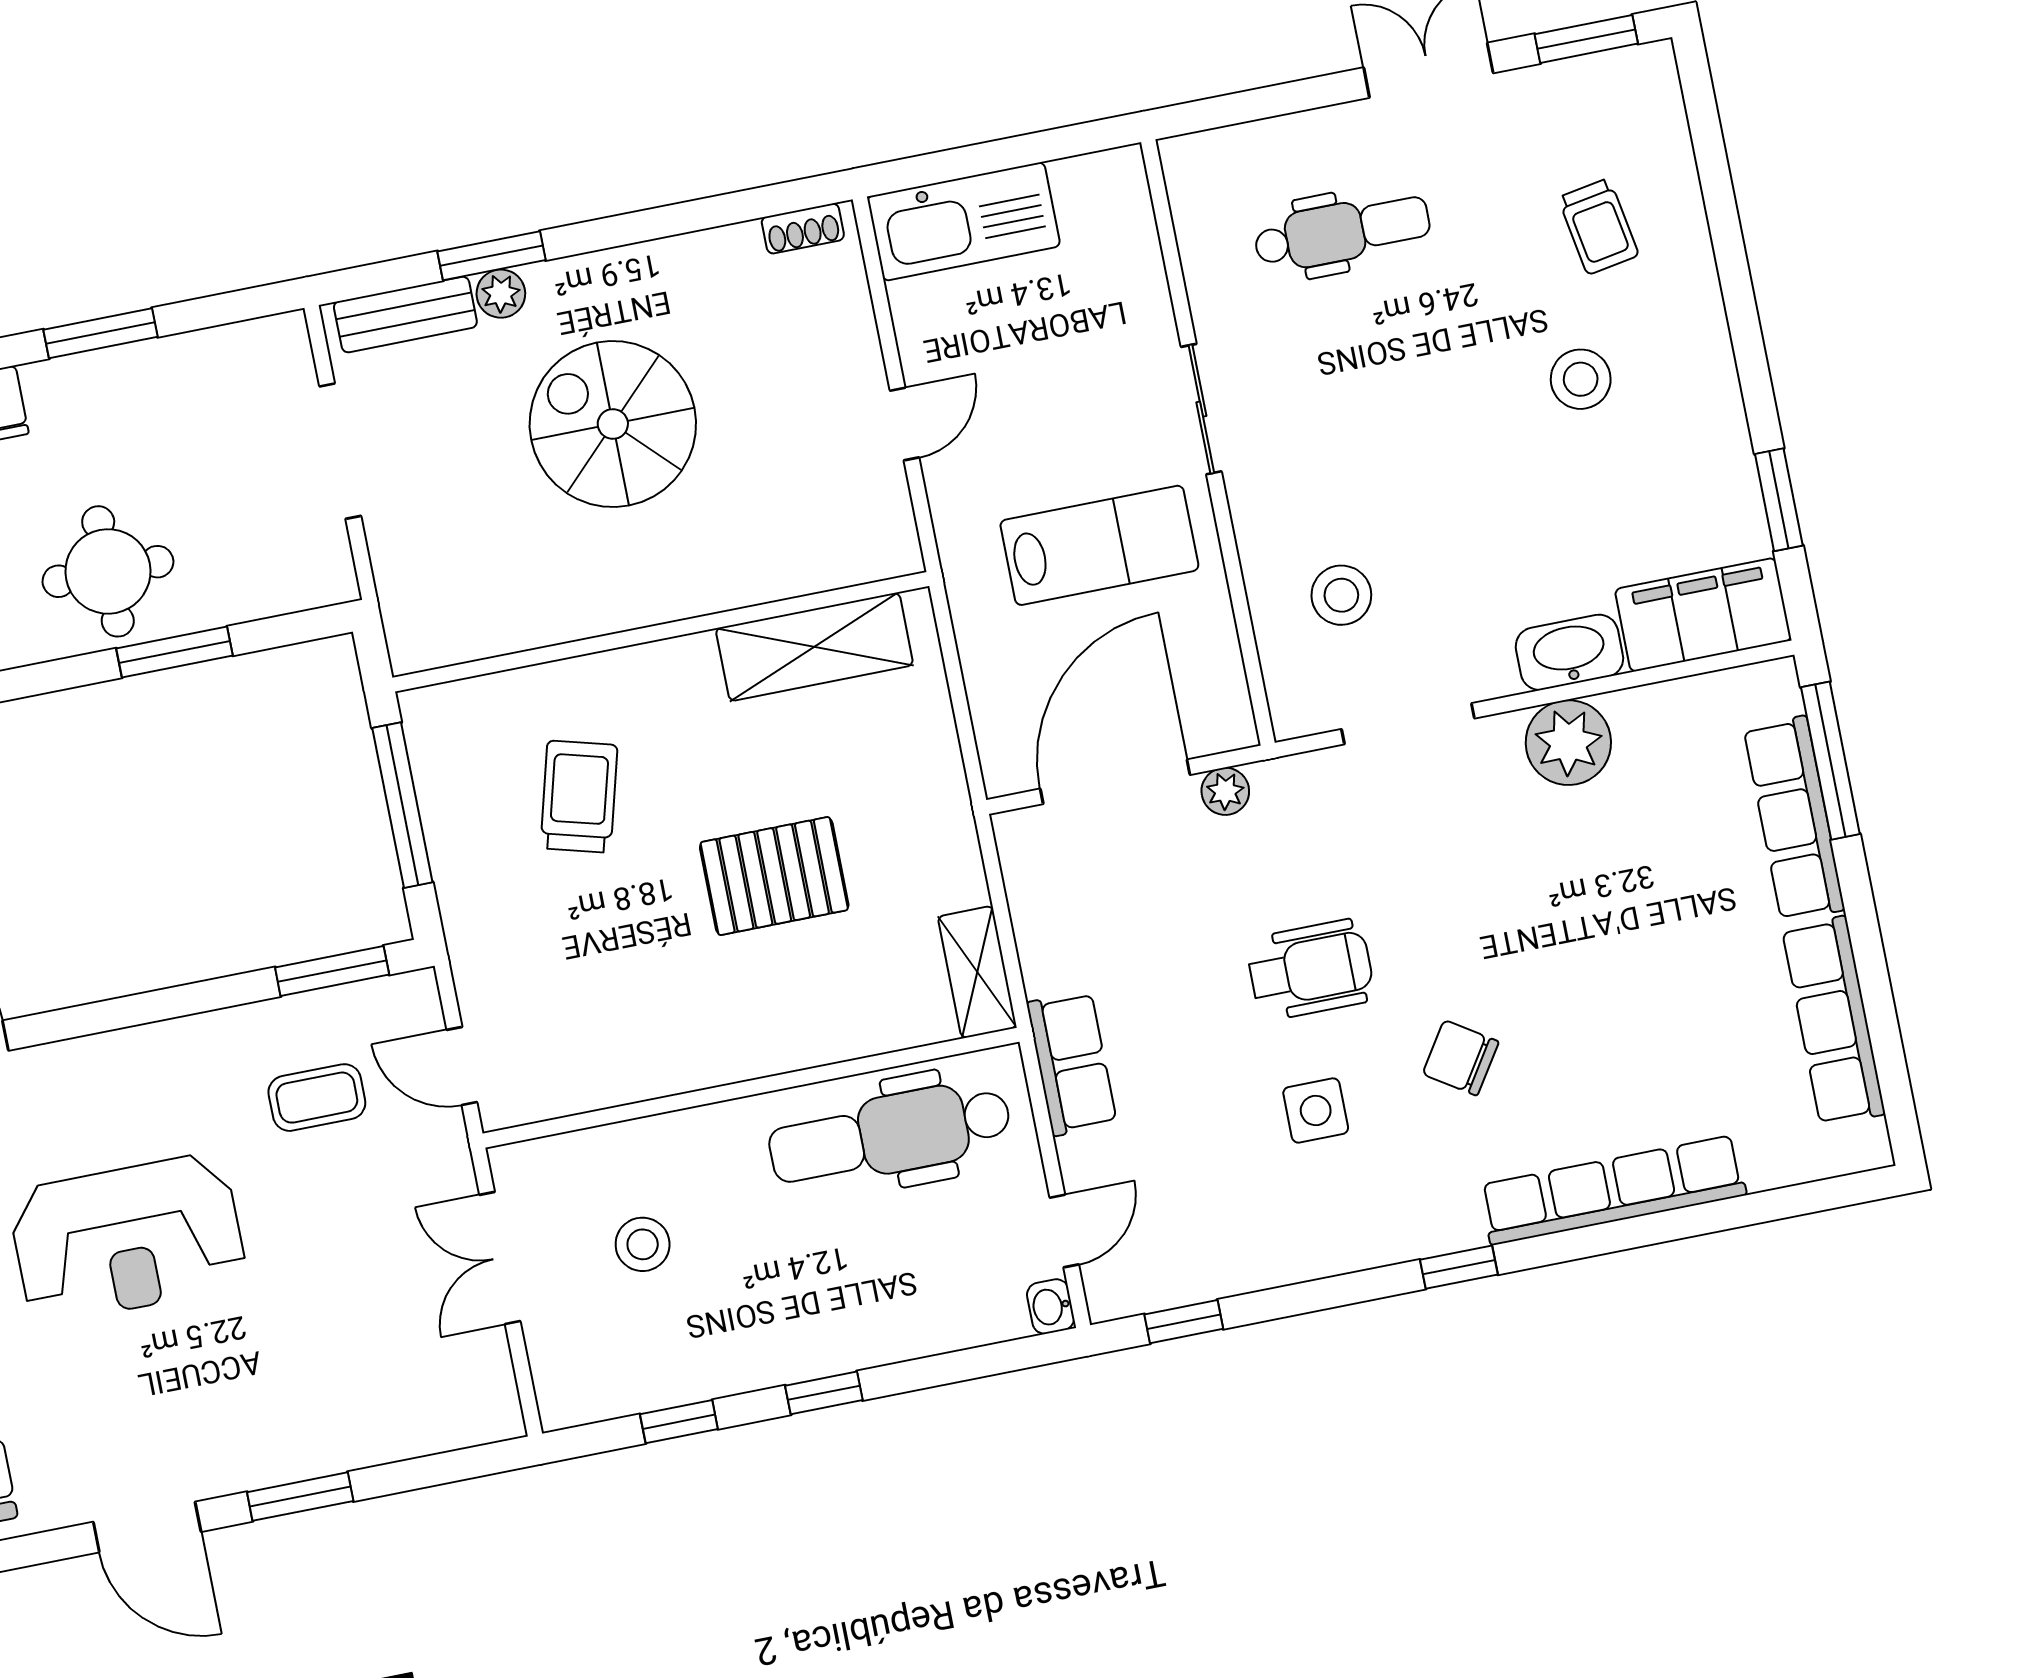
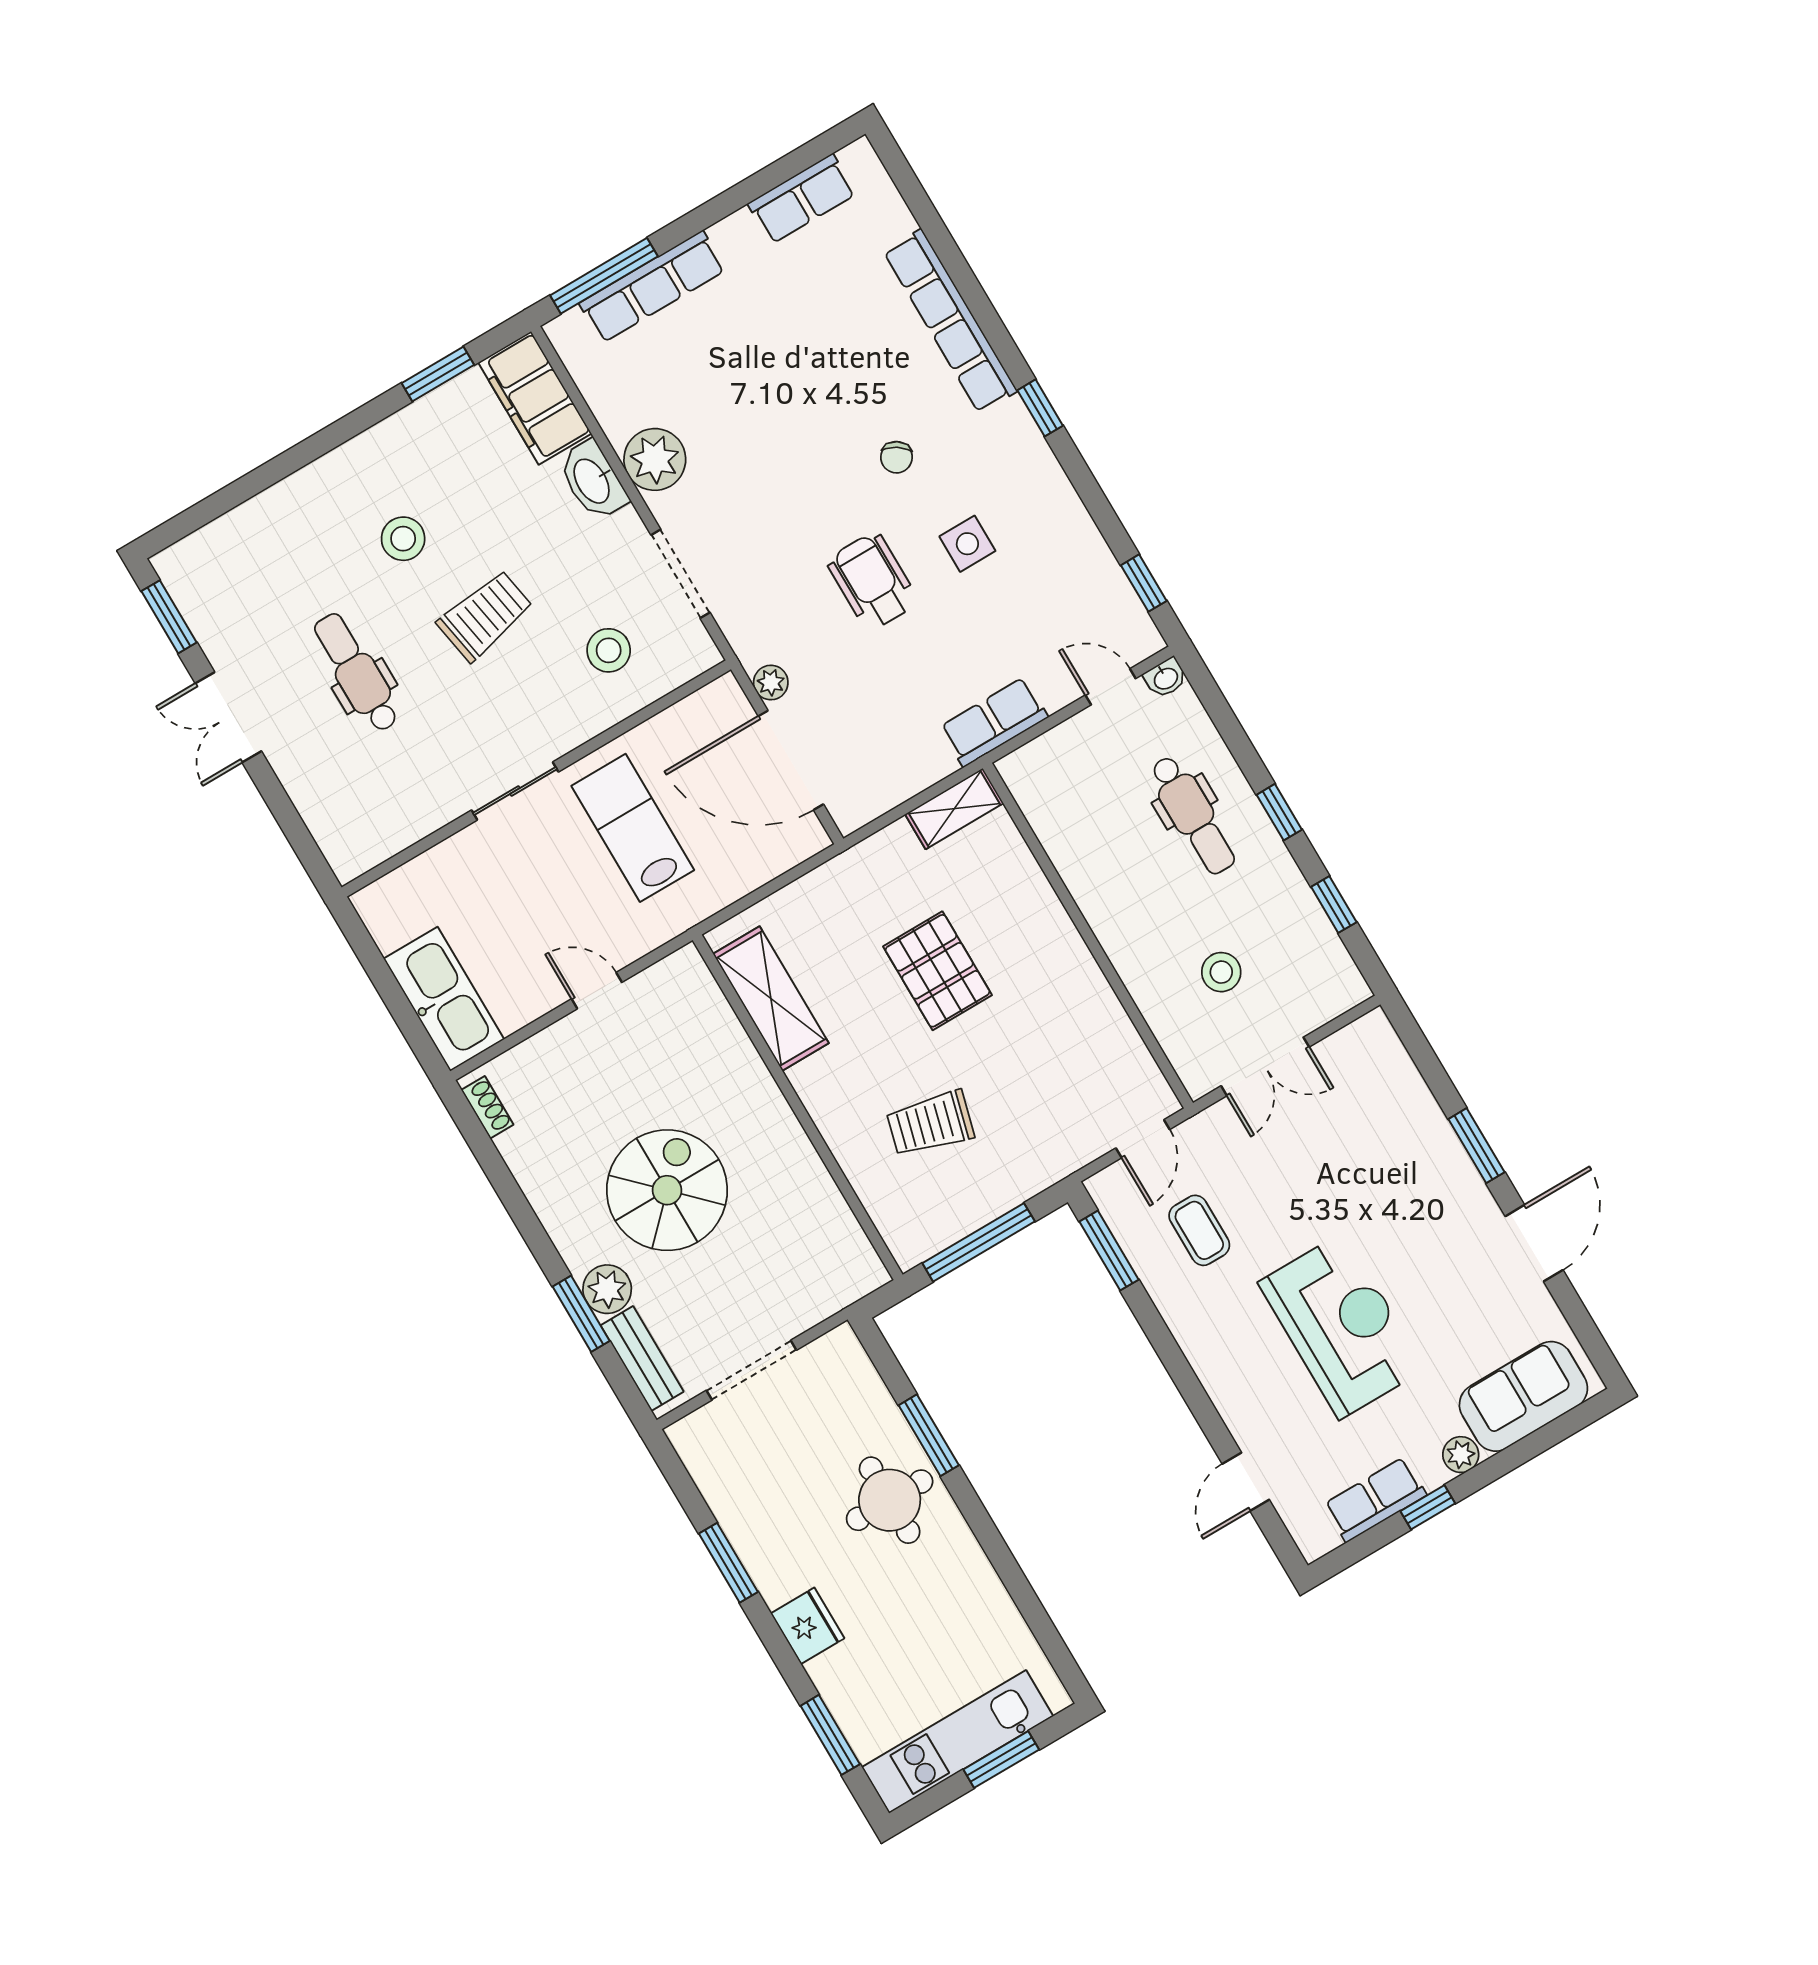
trolley: (1598, 226) -> (485, 616), moved, width x1.36, depth x1.39
dental chair: (1342, 232) -> (356, 673), moved
plant: (501, 294) -> (607, 1289), width x1.38, depth x1.38
spiral stairs: (613, 424) -> (667, 1190), turned 180
row of seats: (1833, 1021) -> (802, 199), width x0.68
chair: (1461, 1058) -> (896, 457), width x0.73, depth x0.73
dental chair: (890, 1134) -> (1193, 815), moved, width x0.73, depth x0.72

